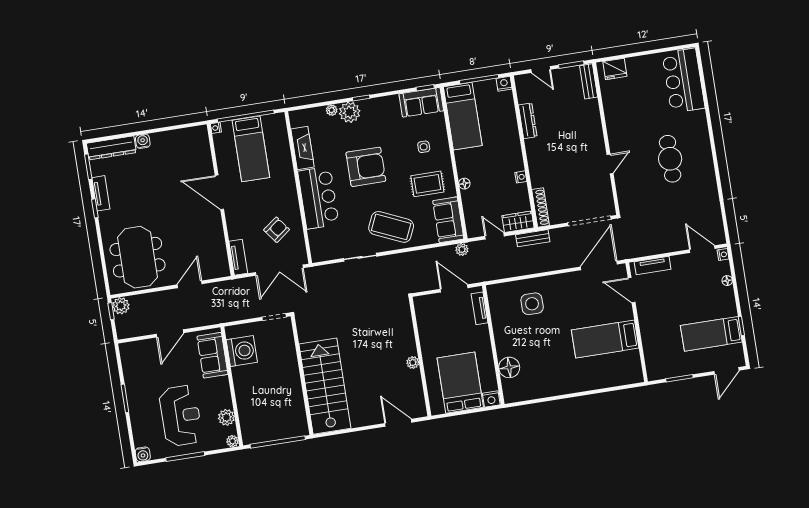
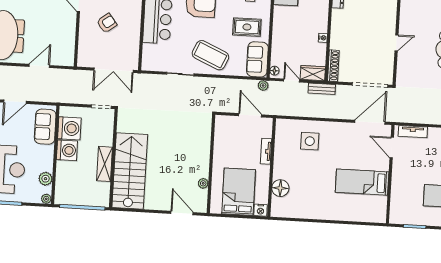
floor lamp: (464, 184) -> (274, 71), moved
armchair: (277, 230) -> (107, 23), moved
tv unit: (238, 257) -> (83, 53), removed
tv unit: (480, 308) -> (266, 151), moved
plant: (413, 363) -> (203, 183), moved
washing machine: (245, 378) -> (67, 150), added
shelving: (293, 384) -> (105, 164), added

